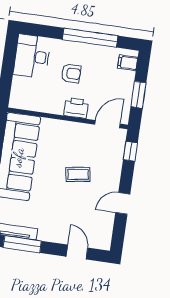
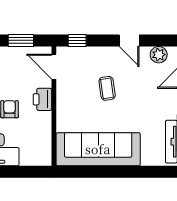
plant: (104, 231) -> (159, 55), added

